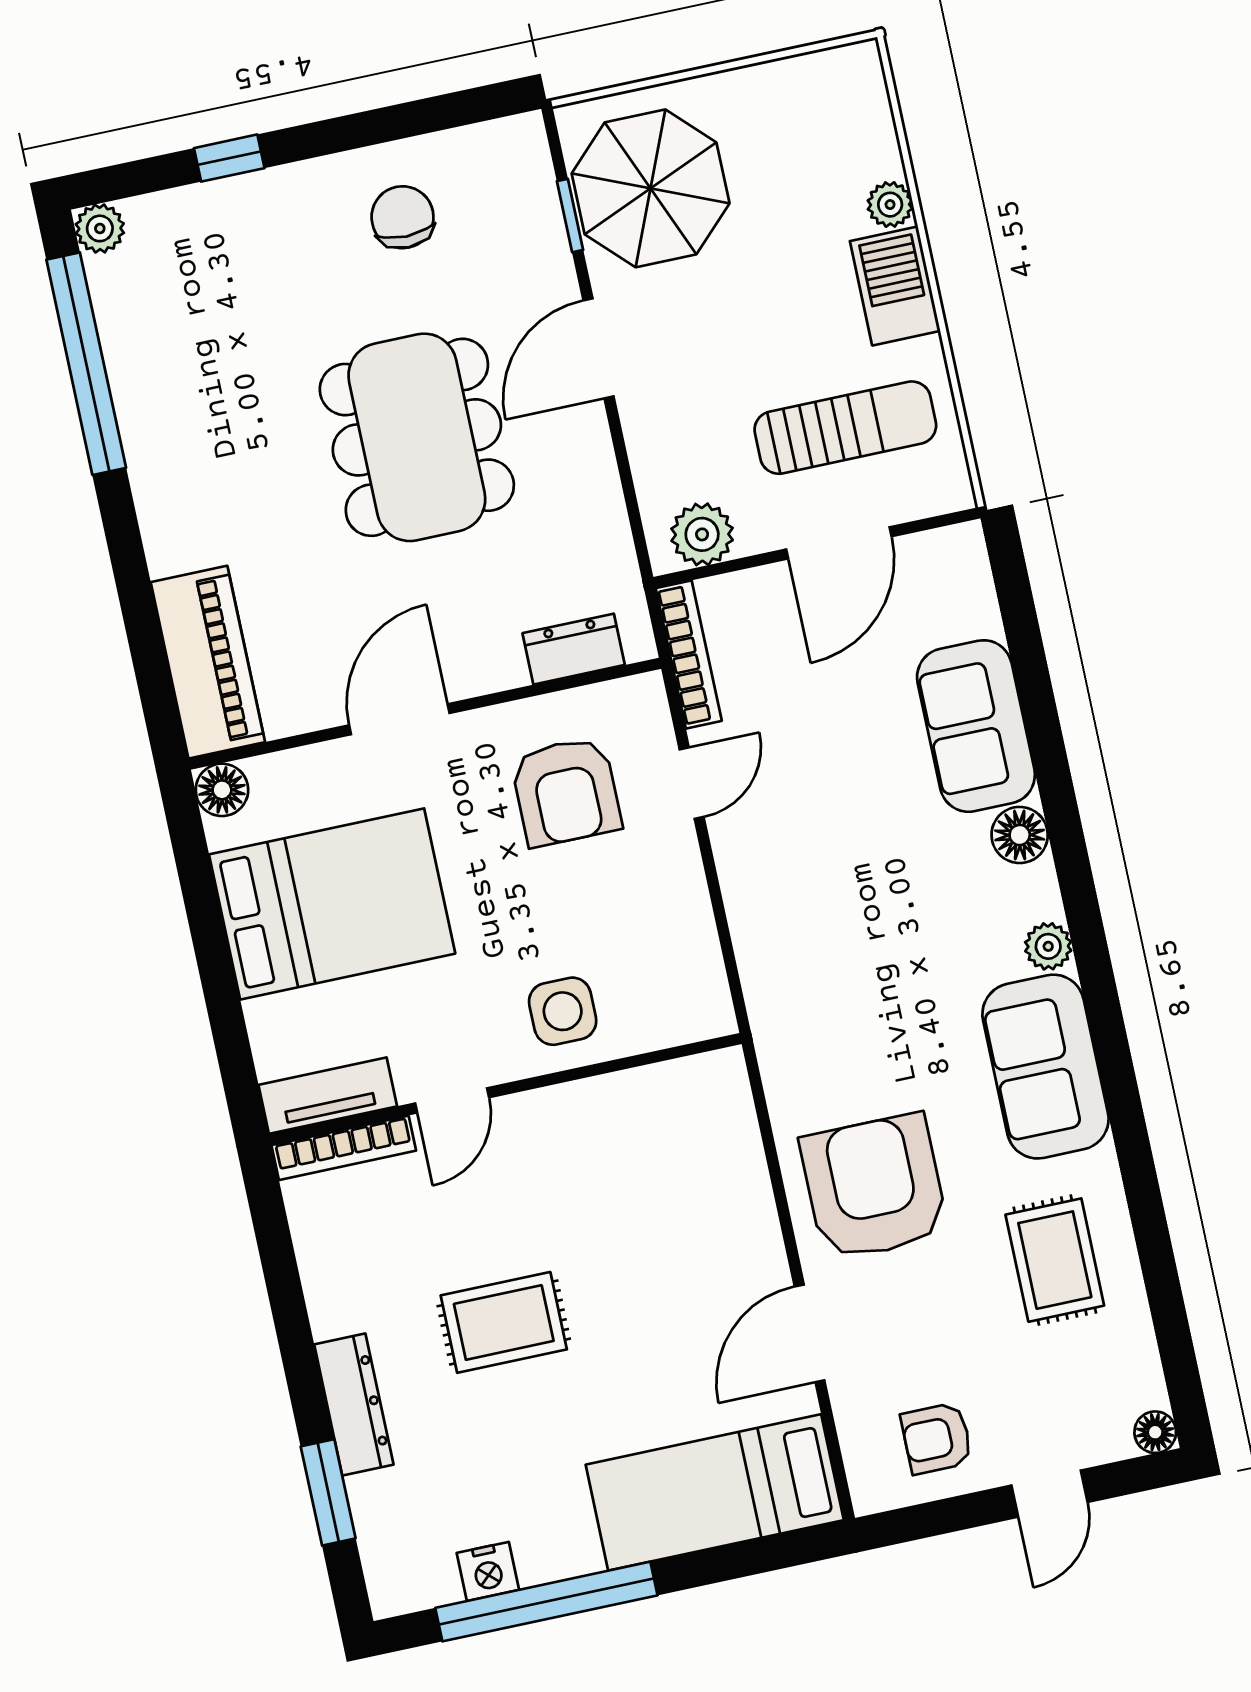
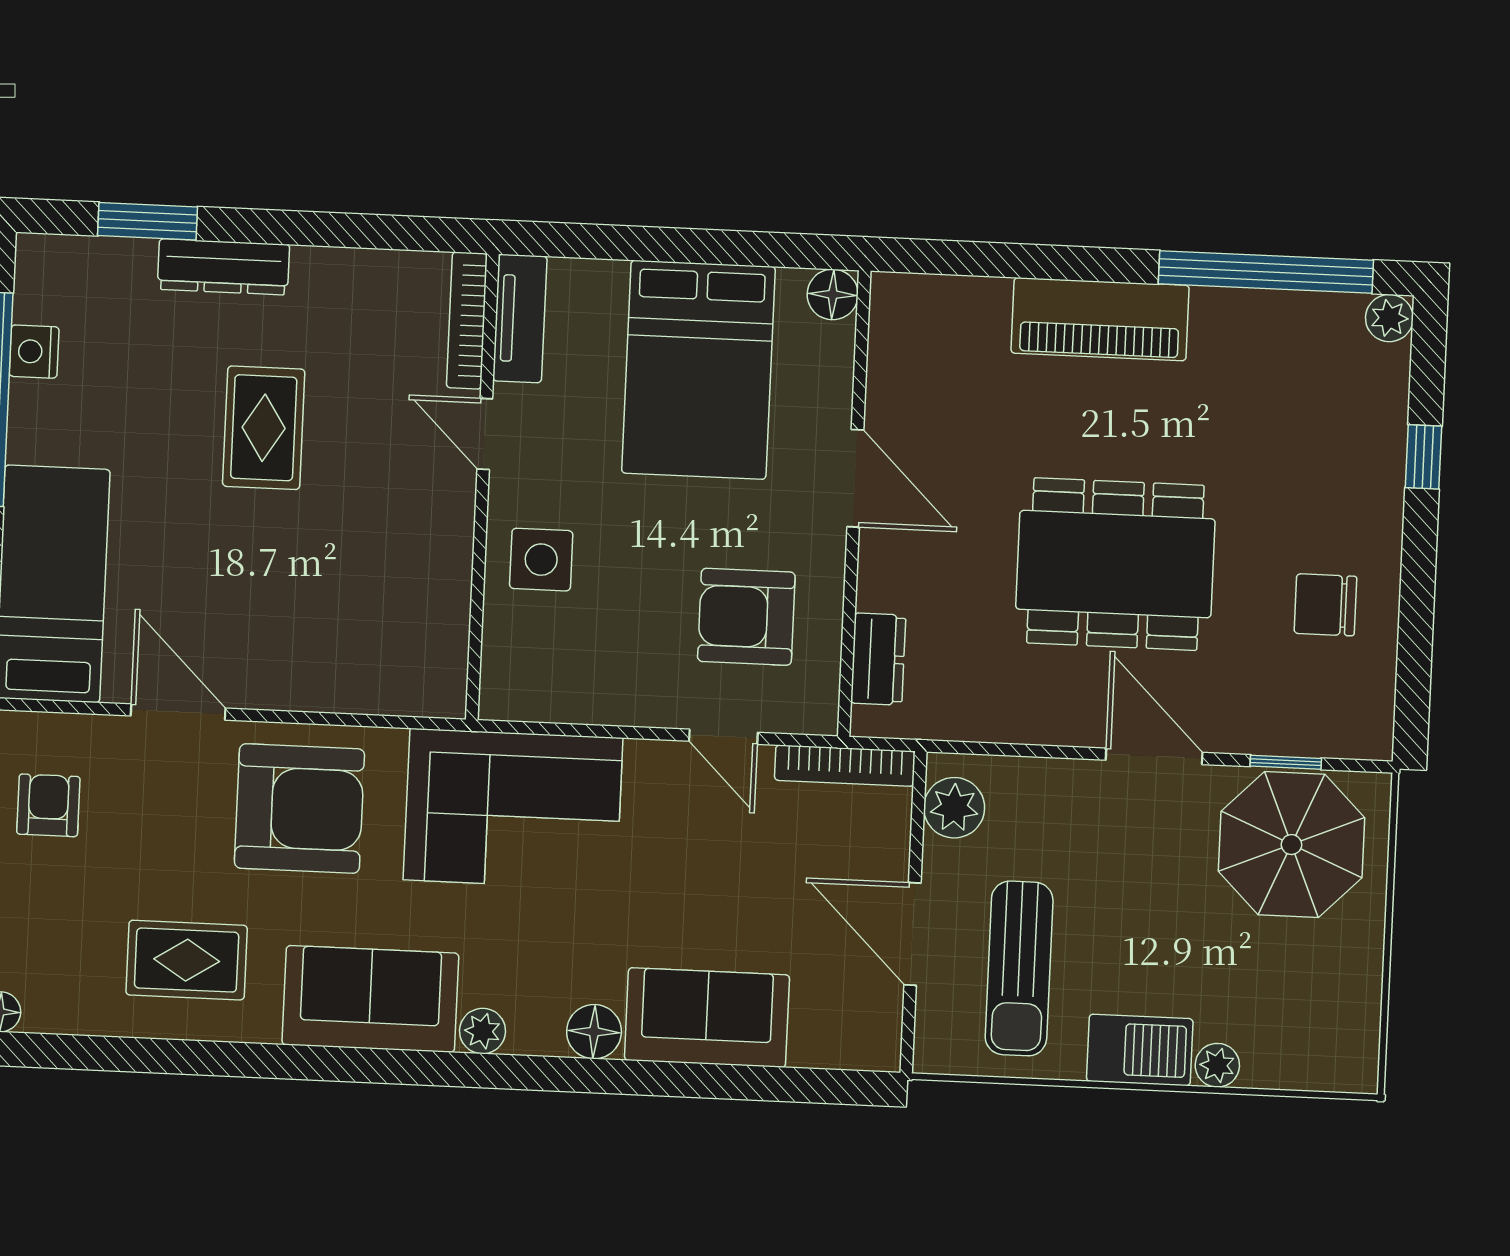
chair: (403, 217) -> (1325, 605), turned 180
piano: (208, 662) -> (1100, 319), moved
corner sofa: (819, 974) -> (513, 809), added

